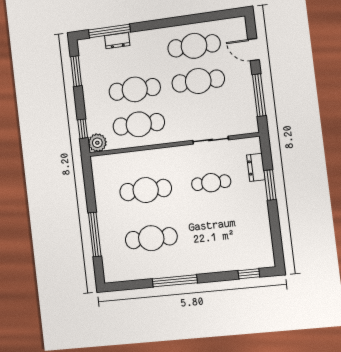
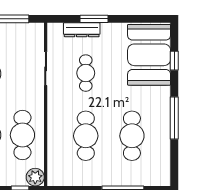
dresser: (256, 167) -> (82, 30), width x1.44
booth: (239, 248) -> (149, 55), added
window: (249, 274) -> (174, 61), moved

